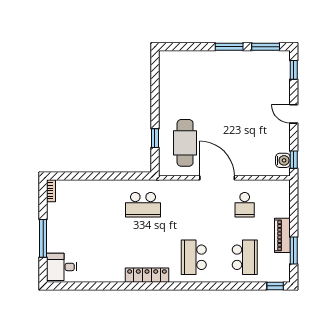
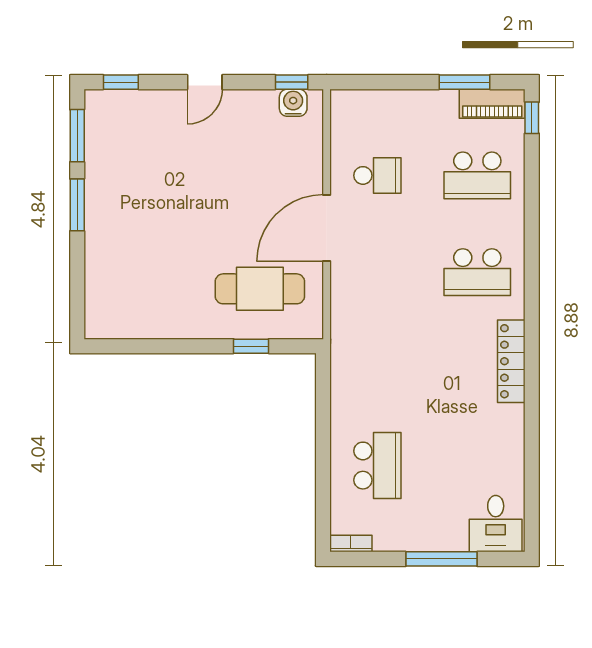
school desk: (143, 205) -> (377, 466), moved
piano: (282, 235) -> (492, 104), moved
school desk: (245, 257) -> (477, 175), turned 180

